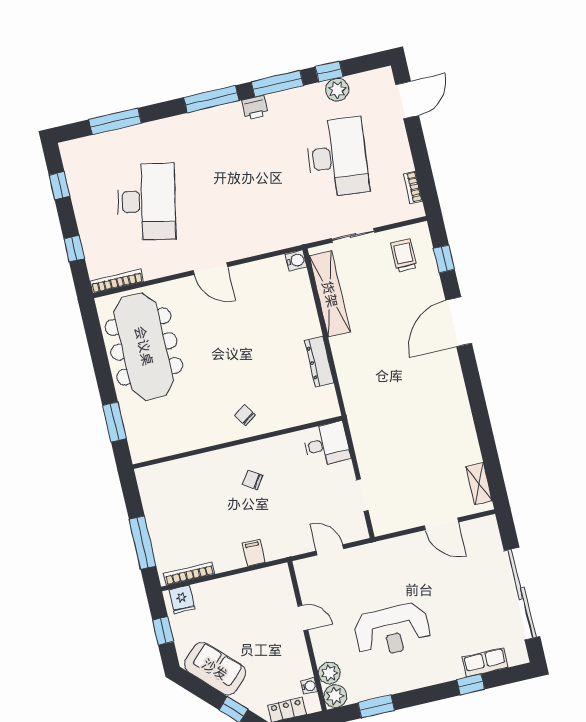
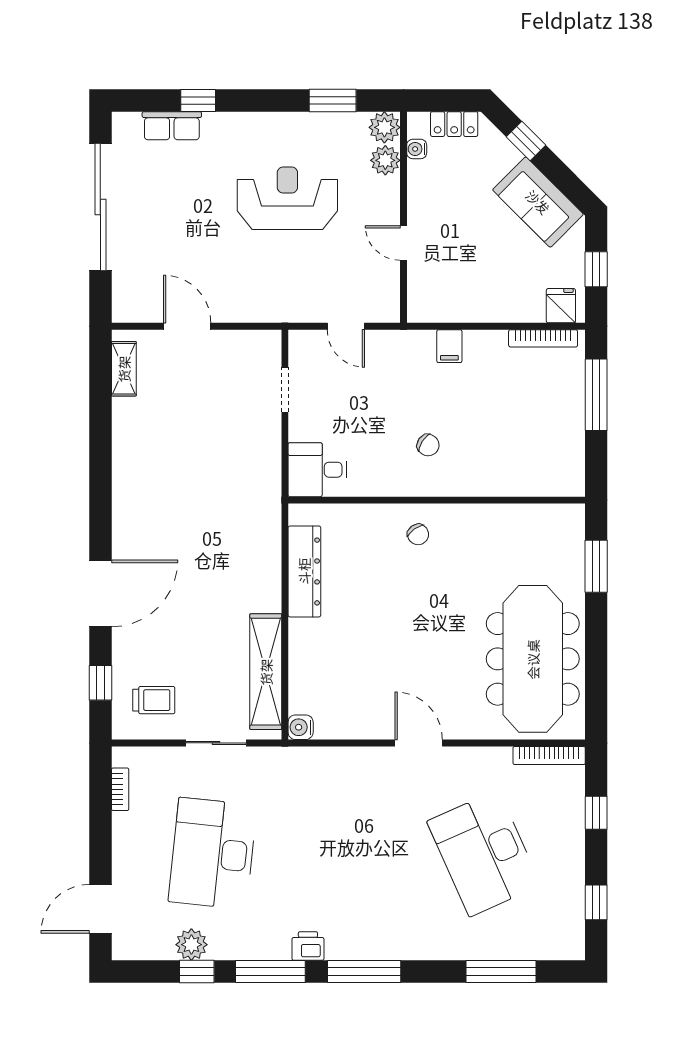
desk: (146, 202) -> (484, 853), turned -36
trolley: (404, 255) -> (154, 700), turned -90
dresser: (319, 361) -> (304, 571), width x1.37, depth x1.24

